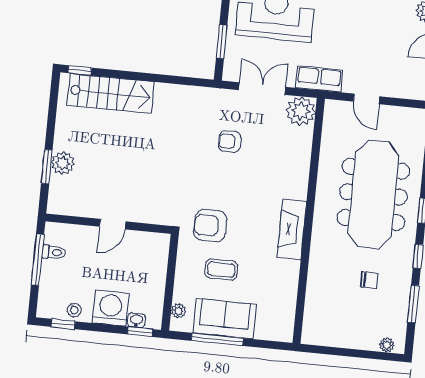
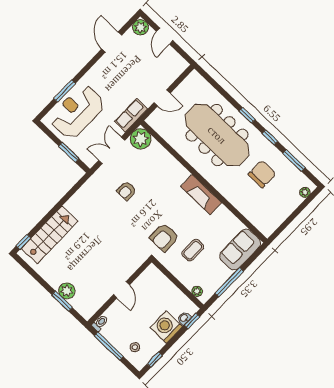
toilet: (54, 252) -> (100, 323), moved
chair: (369, 280) -> (262, 174), width x1.87, depth x1.87
stool: (74, 310) -> (135, 347), moved
sofa: (225, 319) -> (240, 250), moved

